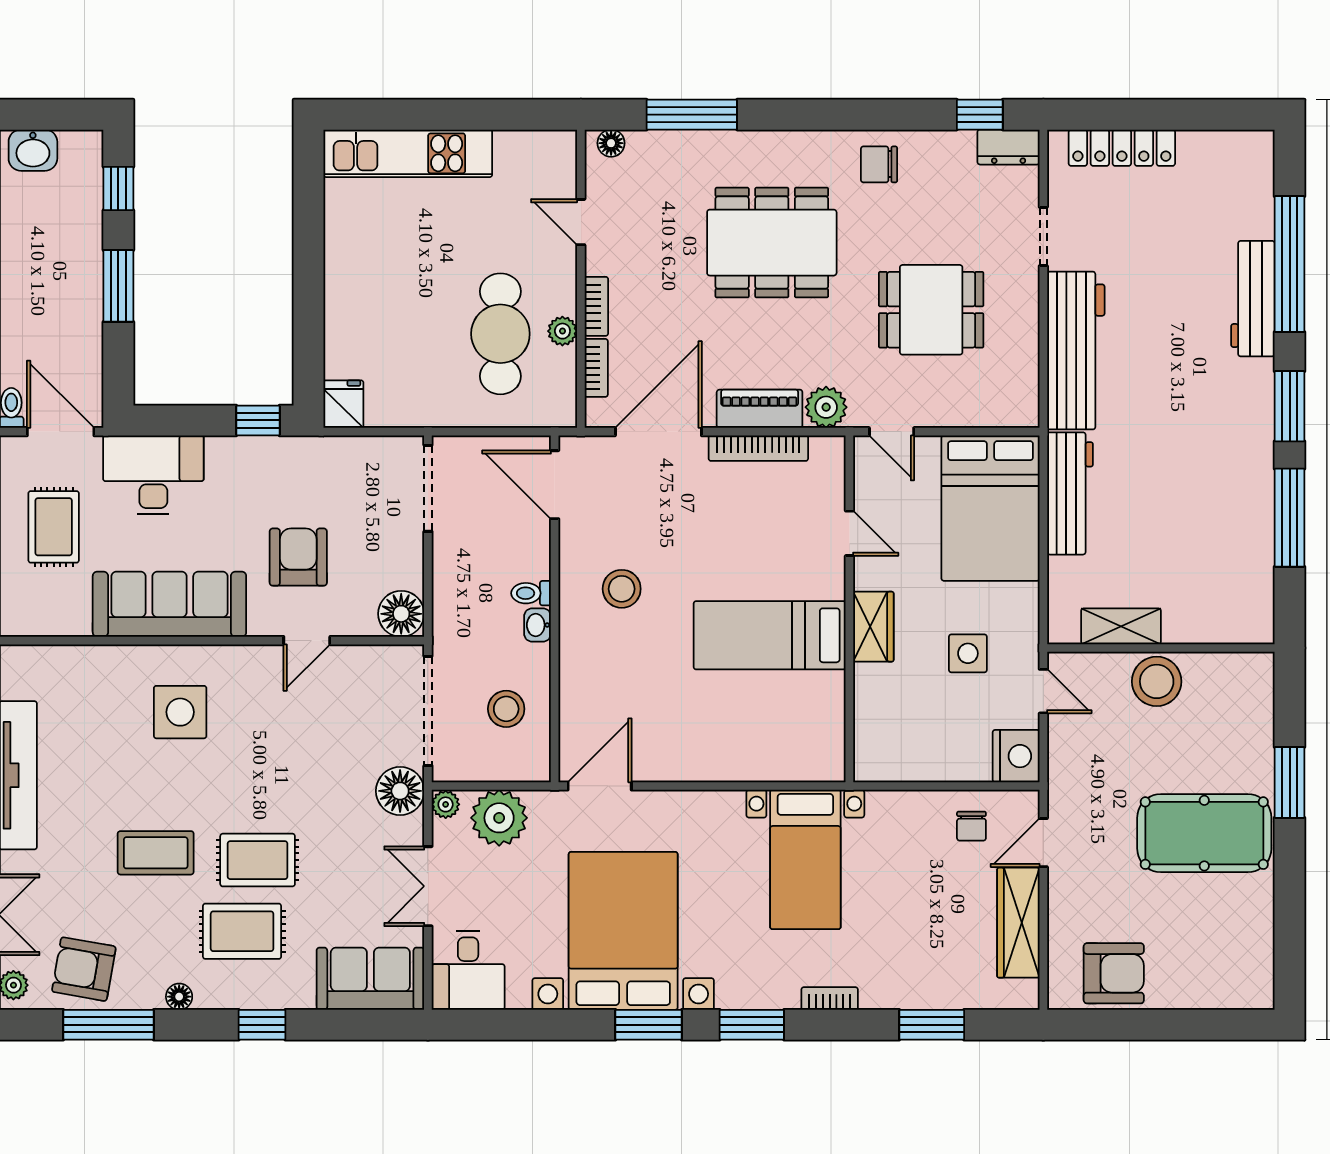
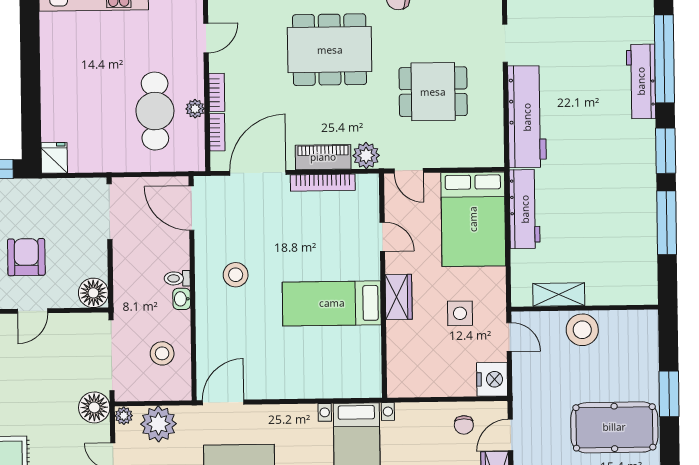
door: (581, 222) -> (206, 38), swing flipped

